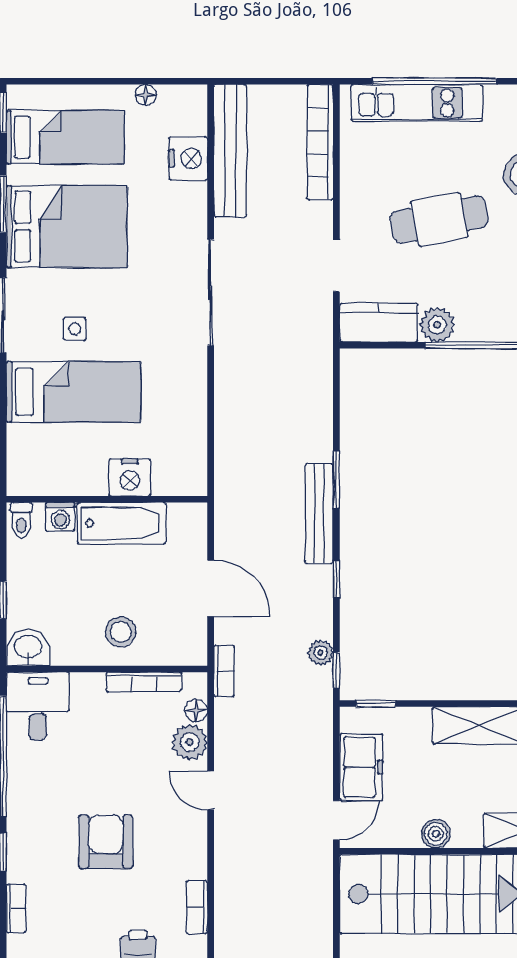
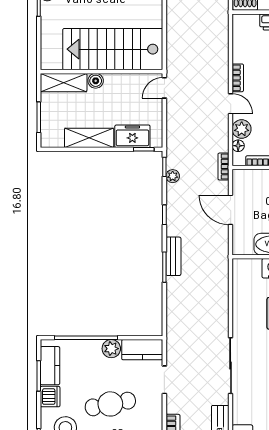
bench: (319, 514) -> (173, 256), width x0.73
freezer: (361, 767) -> (132, 136), moved, turned 90
boiler: (436, 834) -> (96, 81), moved
bookcase: (197, 907) -> (238, 78), moved

